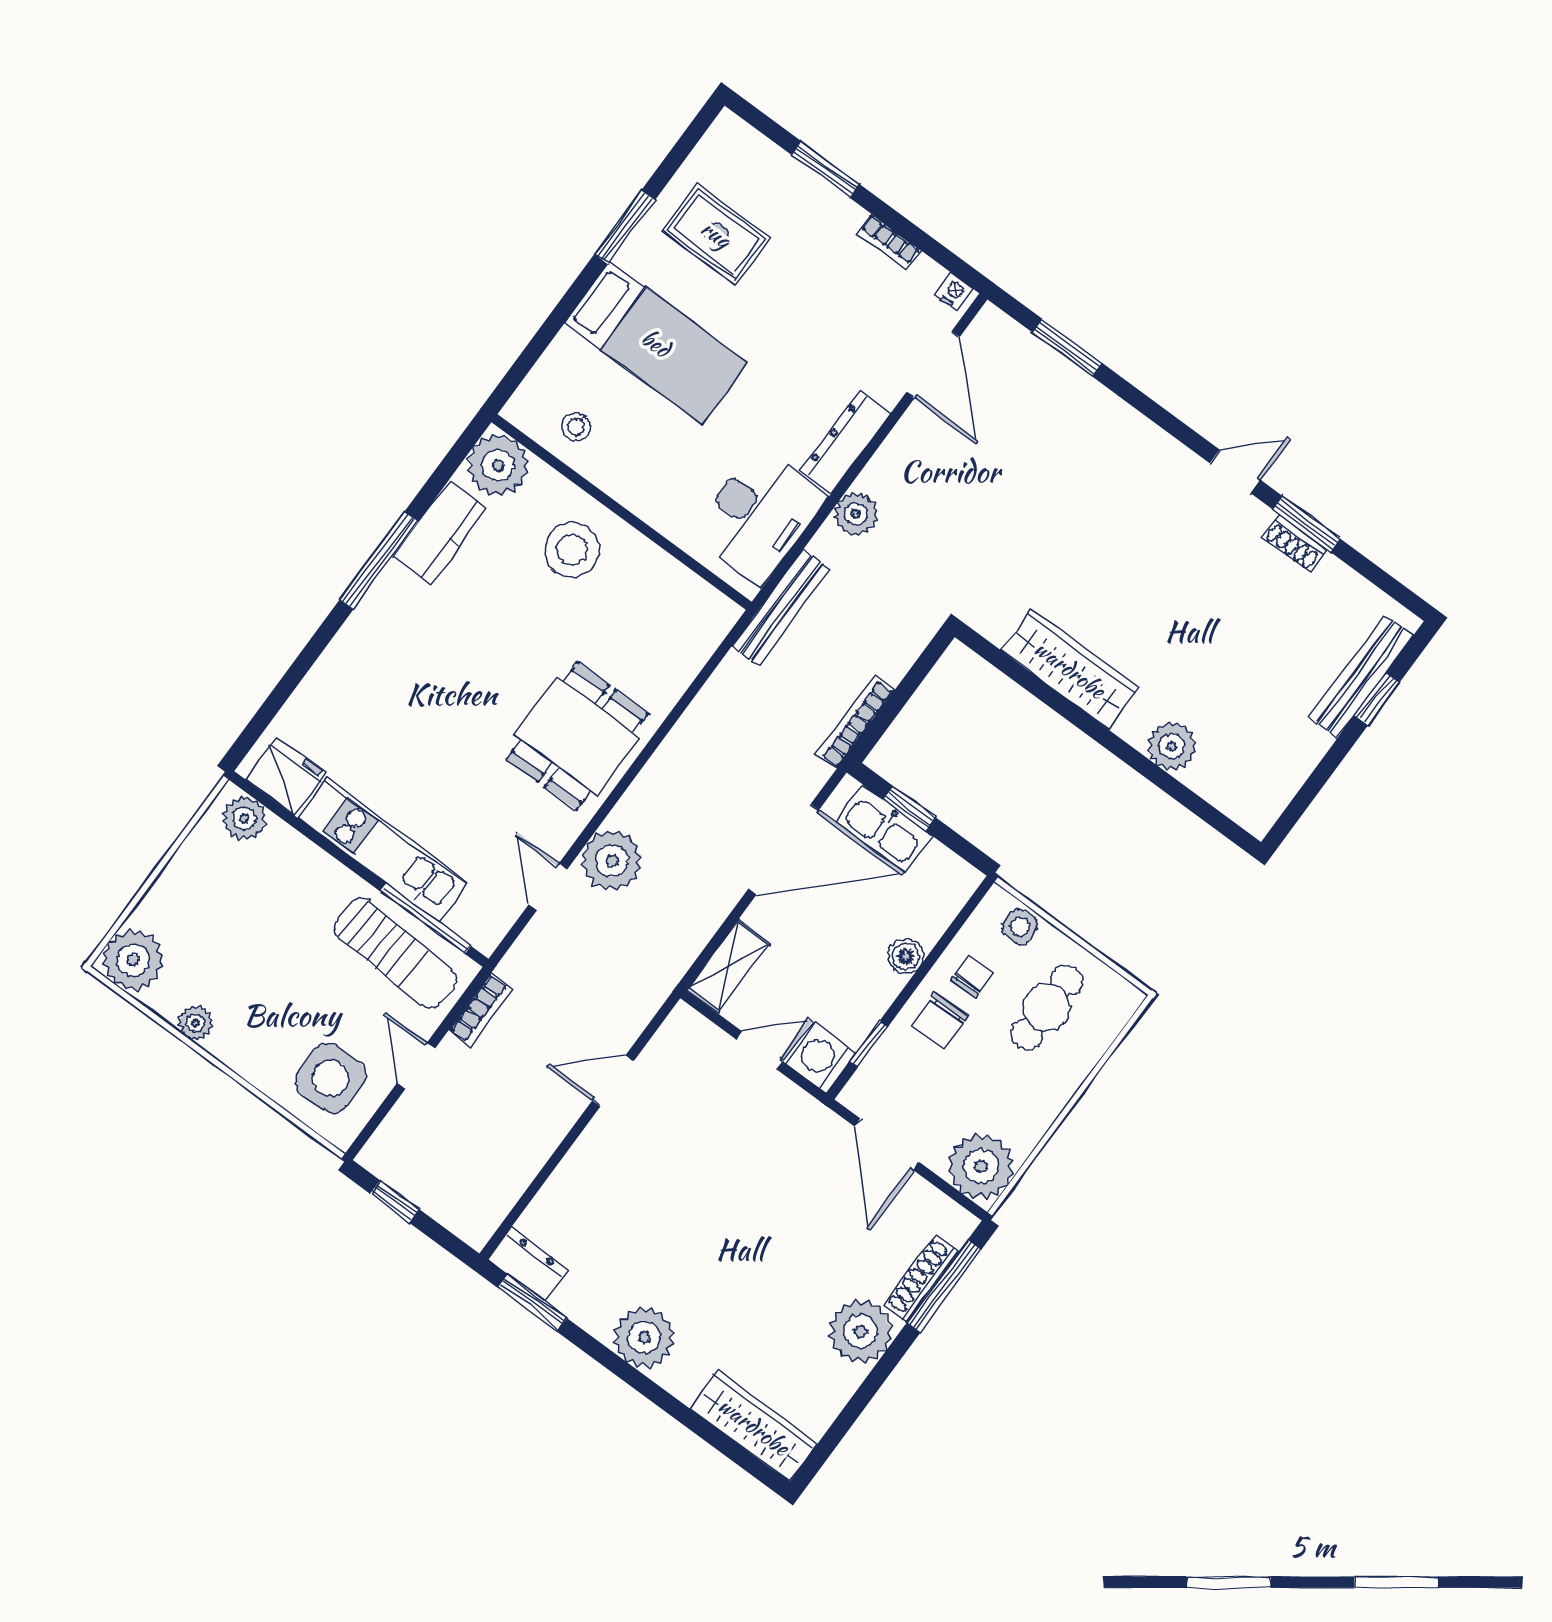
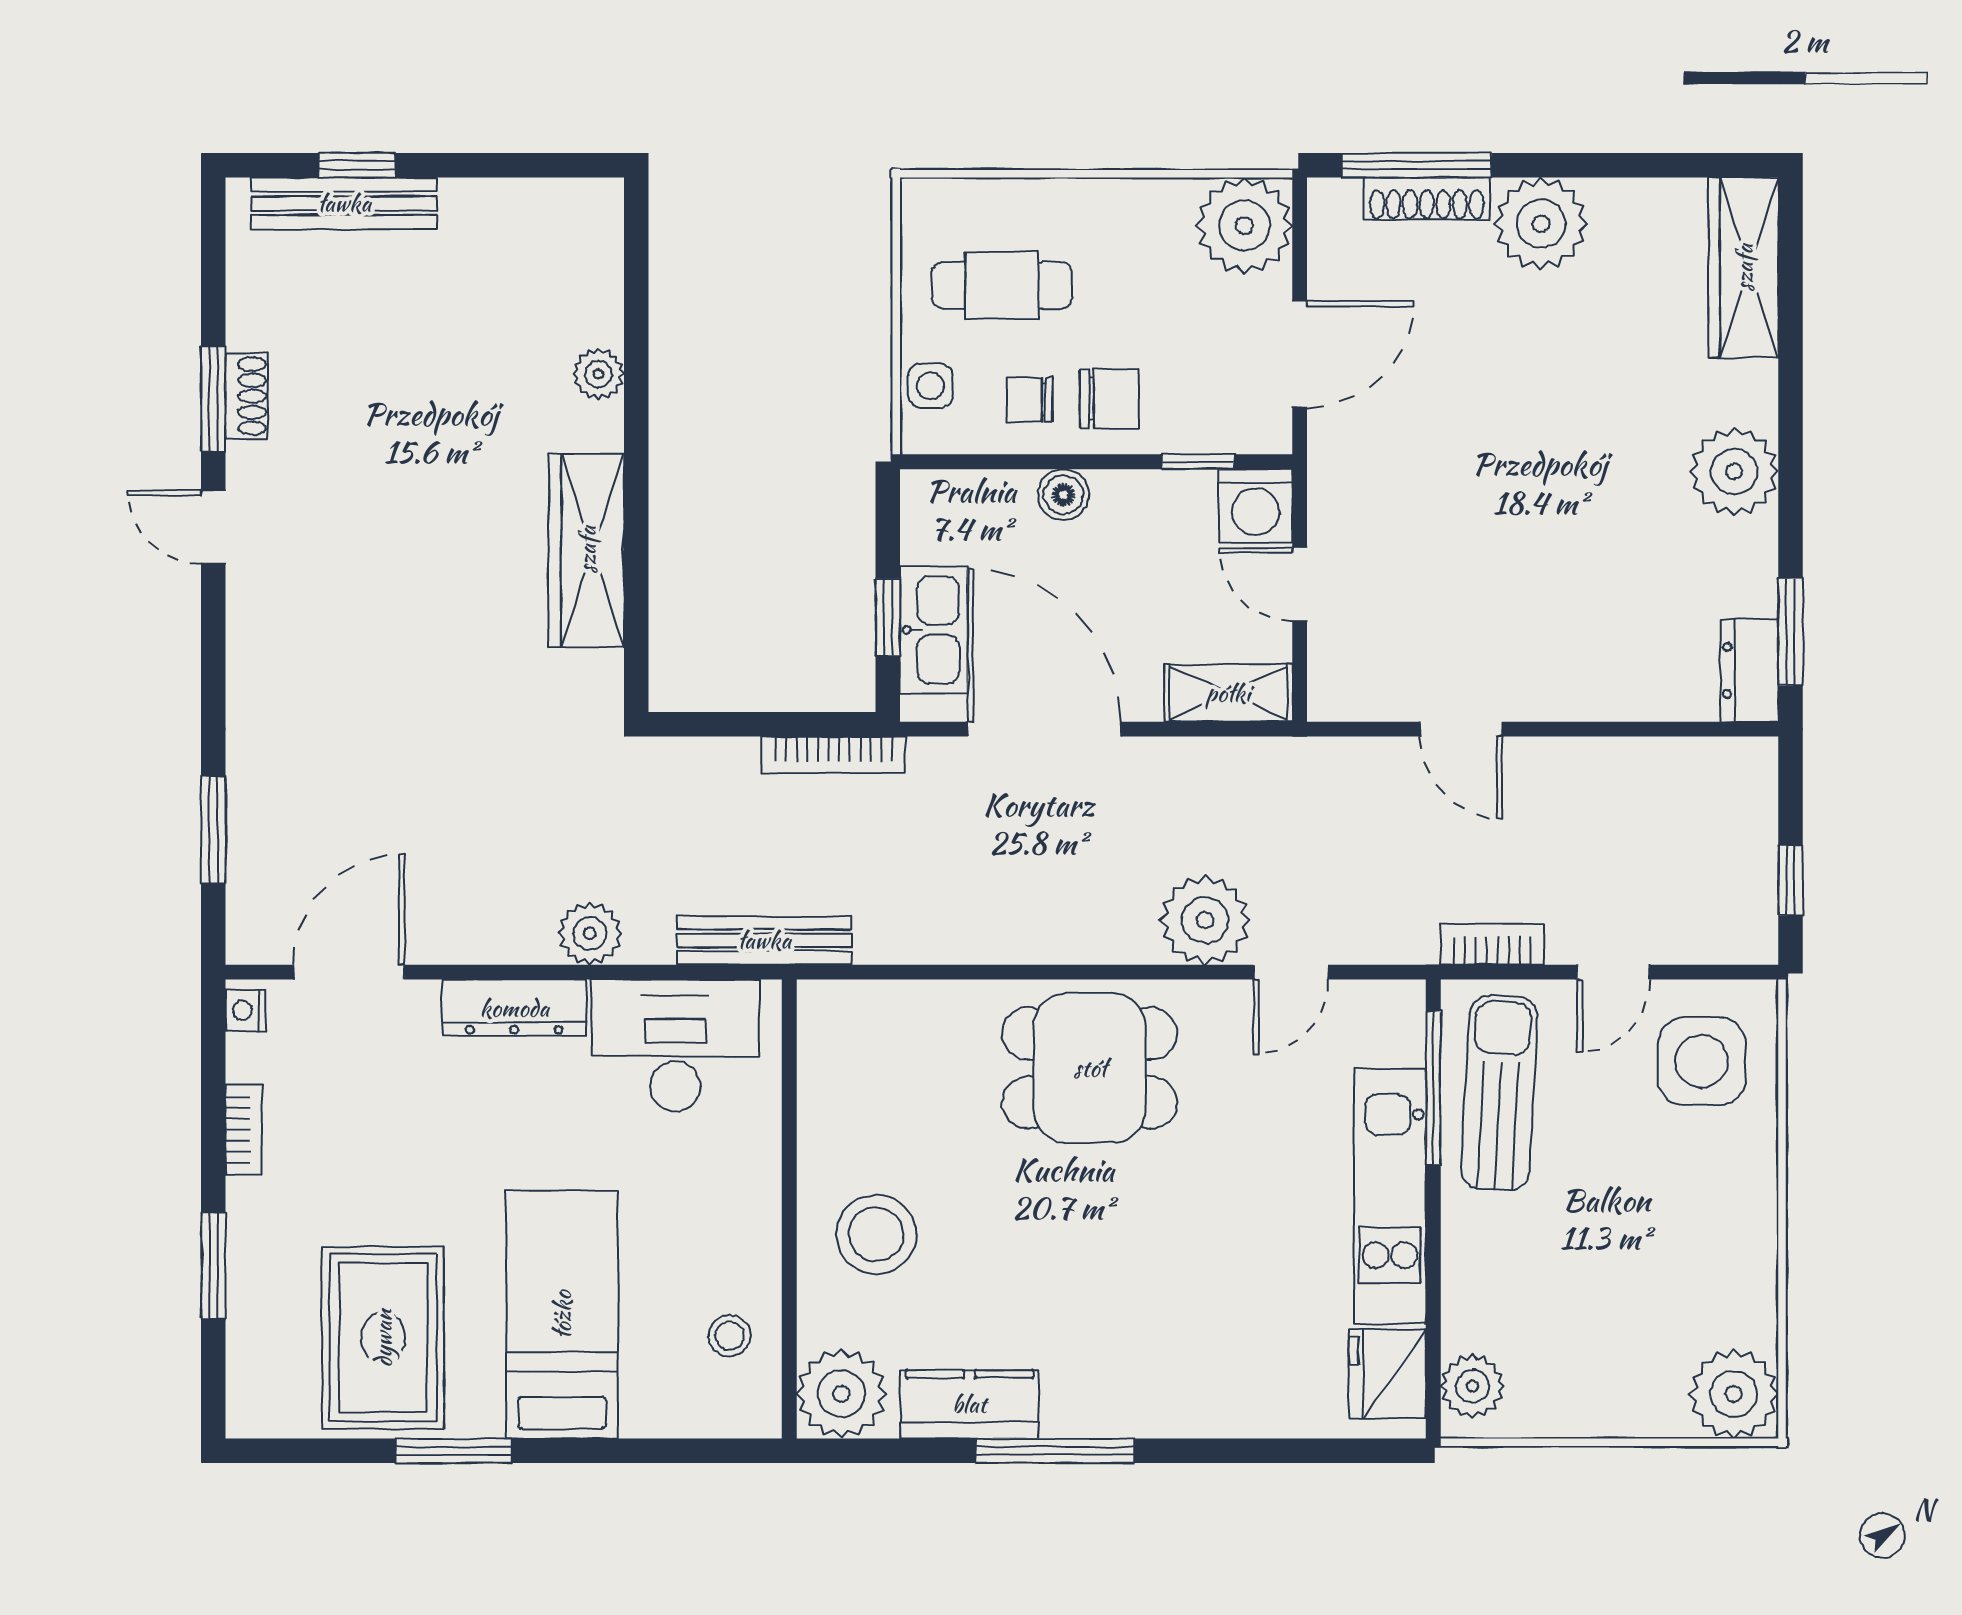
rug: (716, 234) -> (383, 1338), width x1.36, depth x1.43
plant: (1172, 746) -> (598, 374), width x0.73, depth x0.73
plant: (195, 1023) -> (1754, 1267), removed

